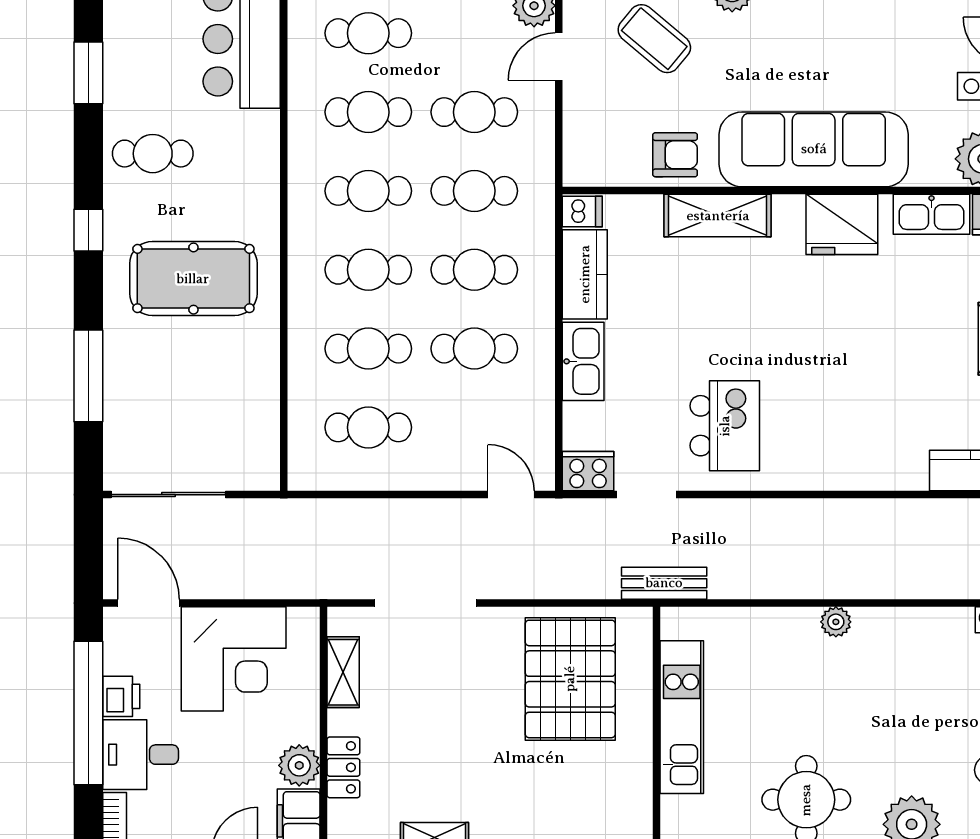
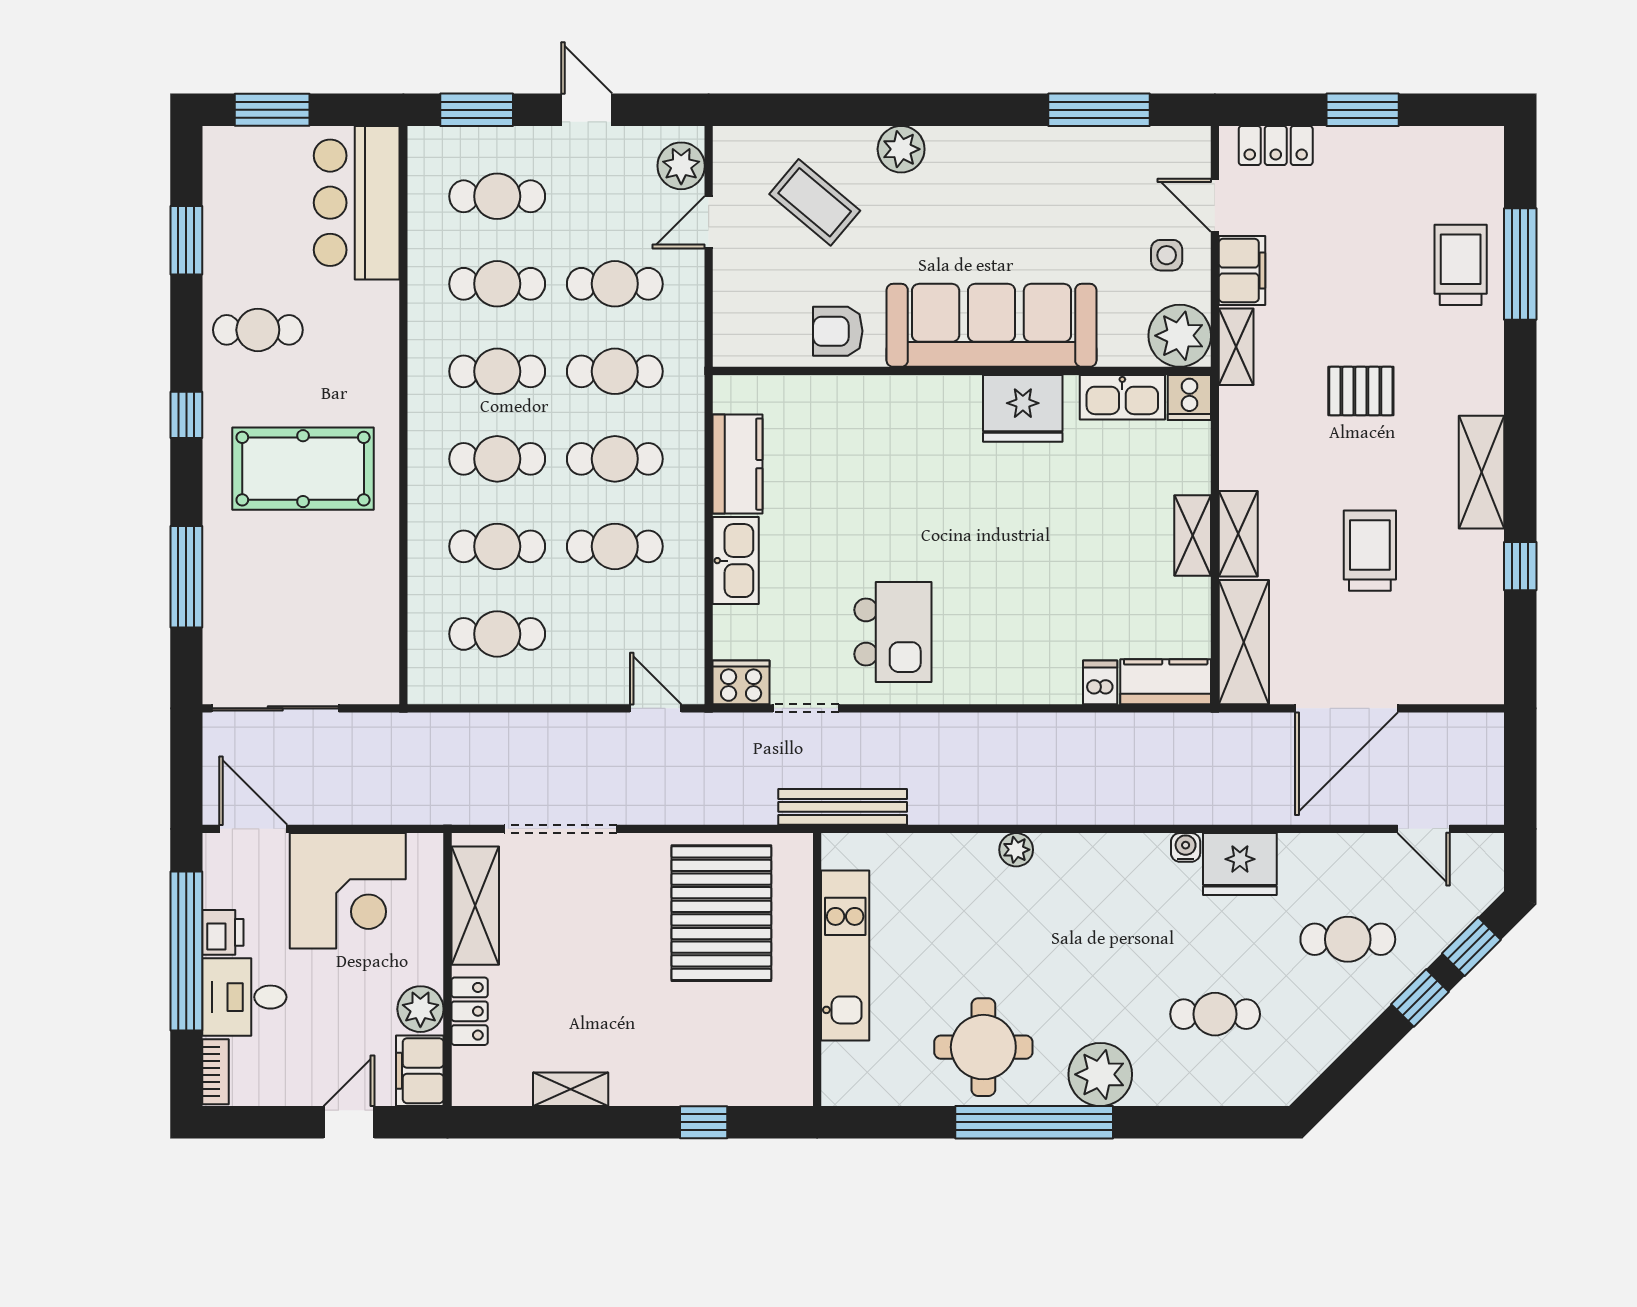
armchair: (675, 155) -> (838, 331), turned 180
dishwasher: (582, 211) -> (1100, 682), moved, turned -90
shelving: (718, 216) -> (885, 399), removed
bench: (664, 583) -> (843, 807), width x1.36
shelving: (343, 672) -> (475, 906), width x1.50, depth x1.33

